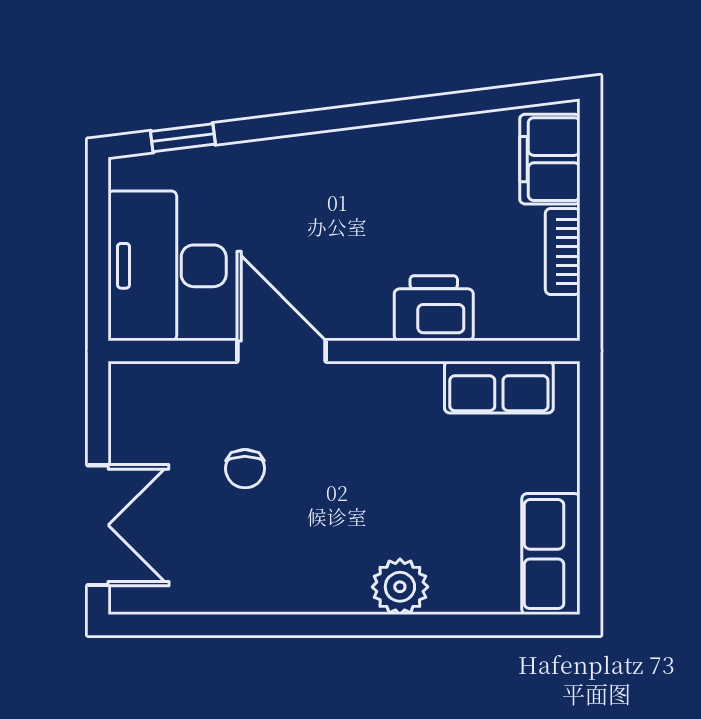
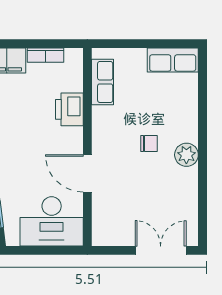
door: (282, 351) -> (87, 173), hinge flipped
chair: (245, 469) -> (149, 143), moved
plant: (400, 587) -> (186, 155), moved

